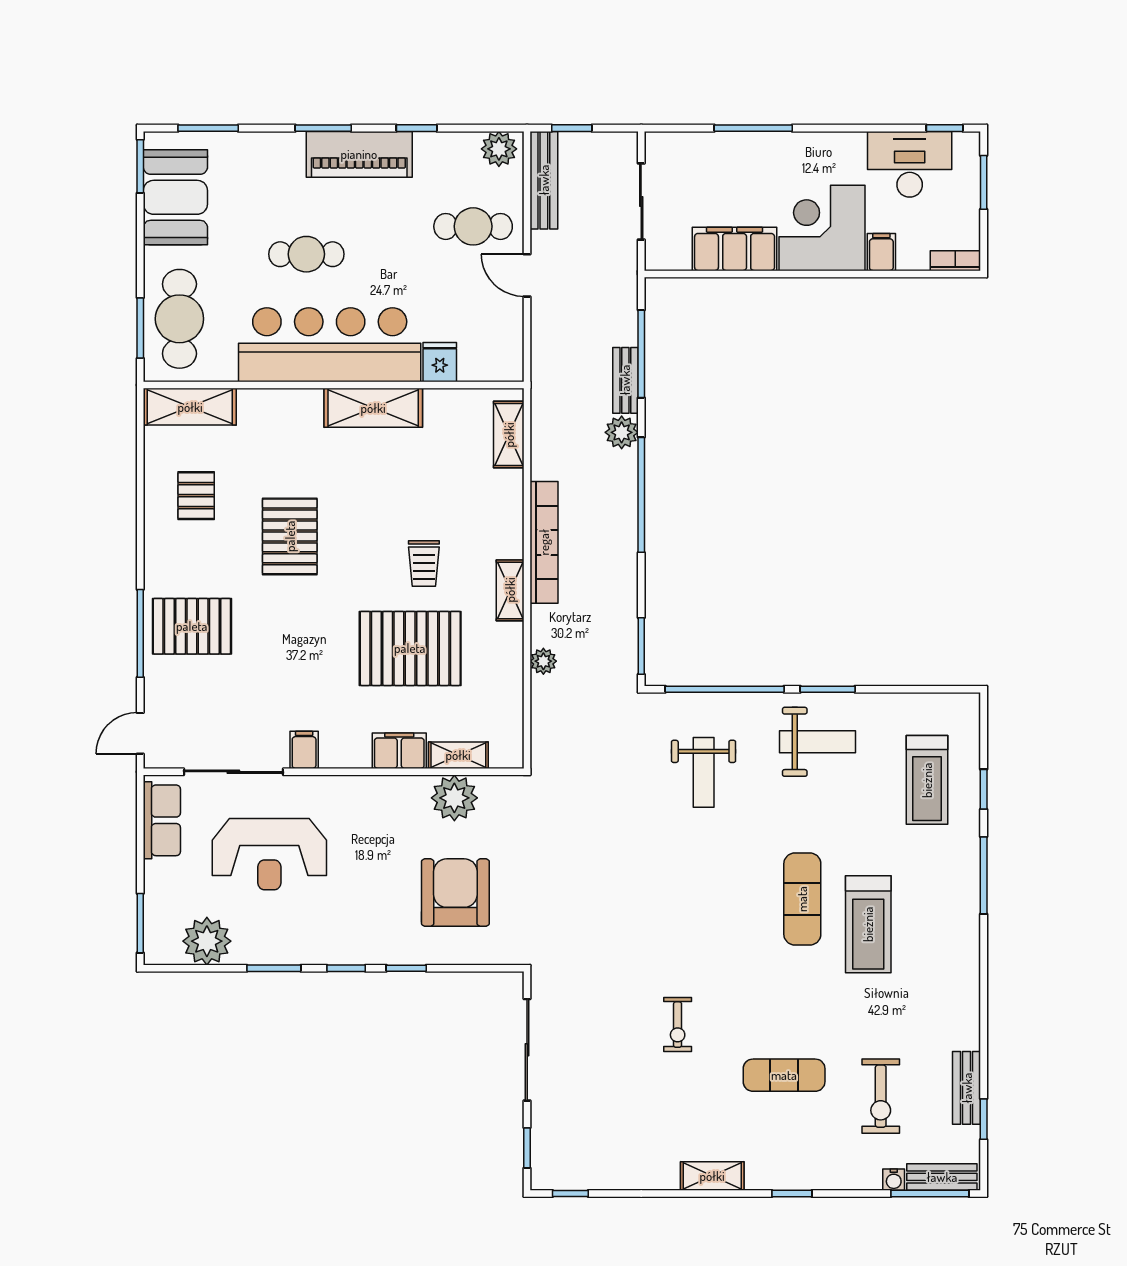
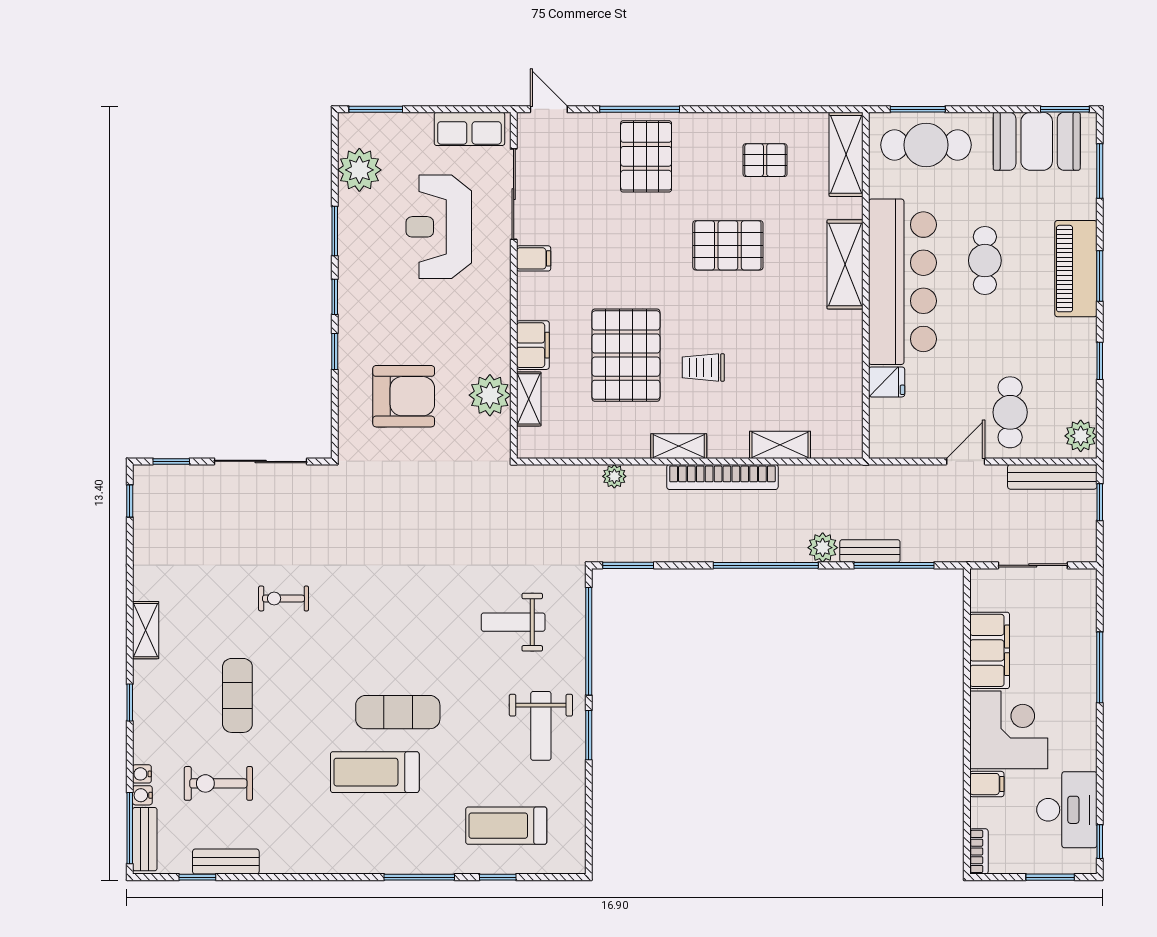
piano: (359, 154) -> (1076, 269), moved
shelving: (373, 408) -> (845, 264), moved
shelving: (509, 435) -> (780, 445), moved
water cooler: (870, 1180) -> (142, 774), added

